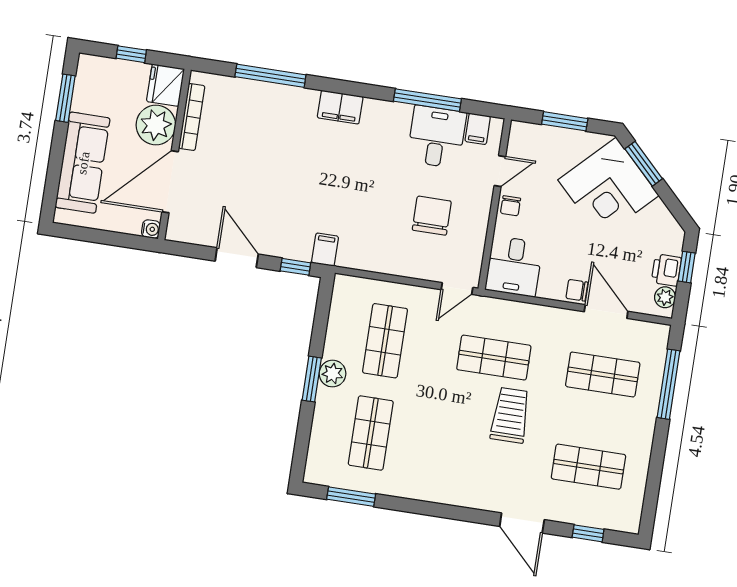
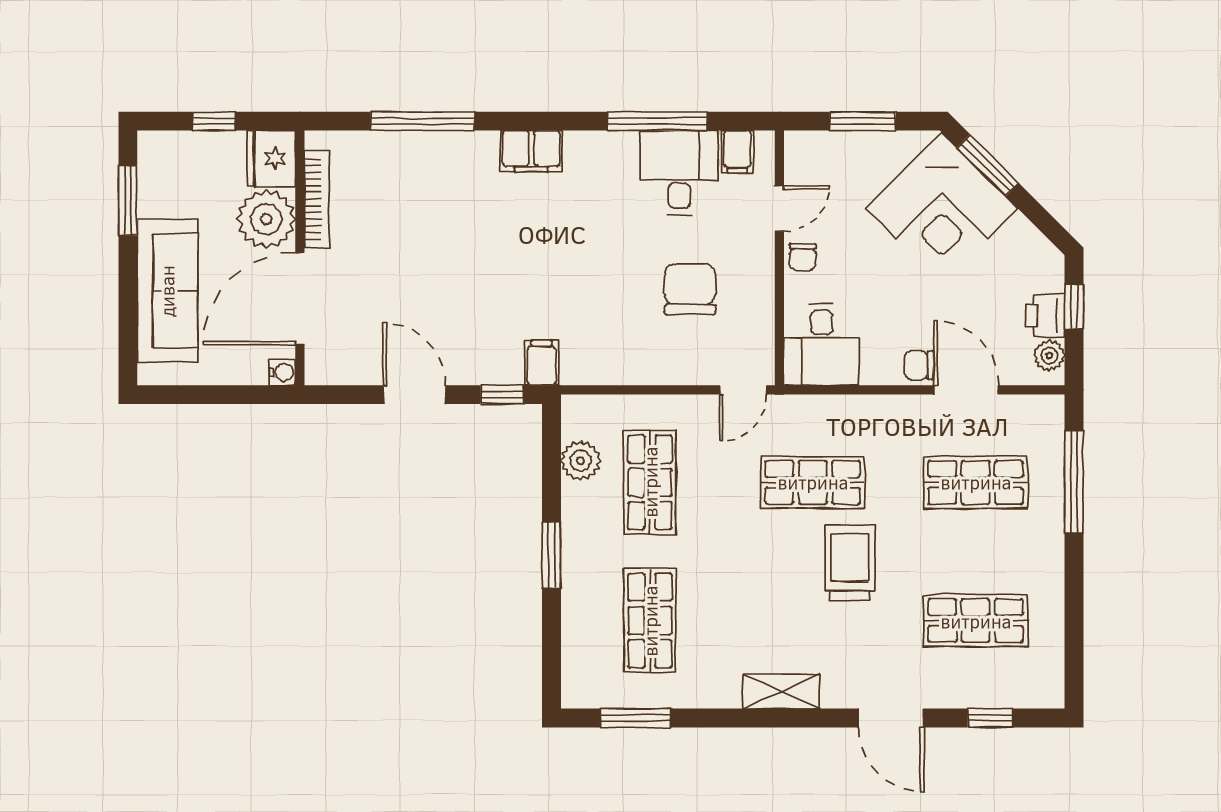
plant: (332, 374) -> (581, 461), moved
shelving: (451, 494) -> (782, 691), added

